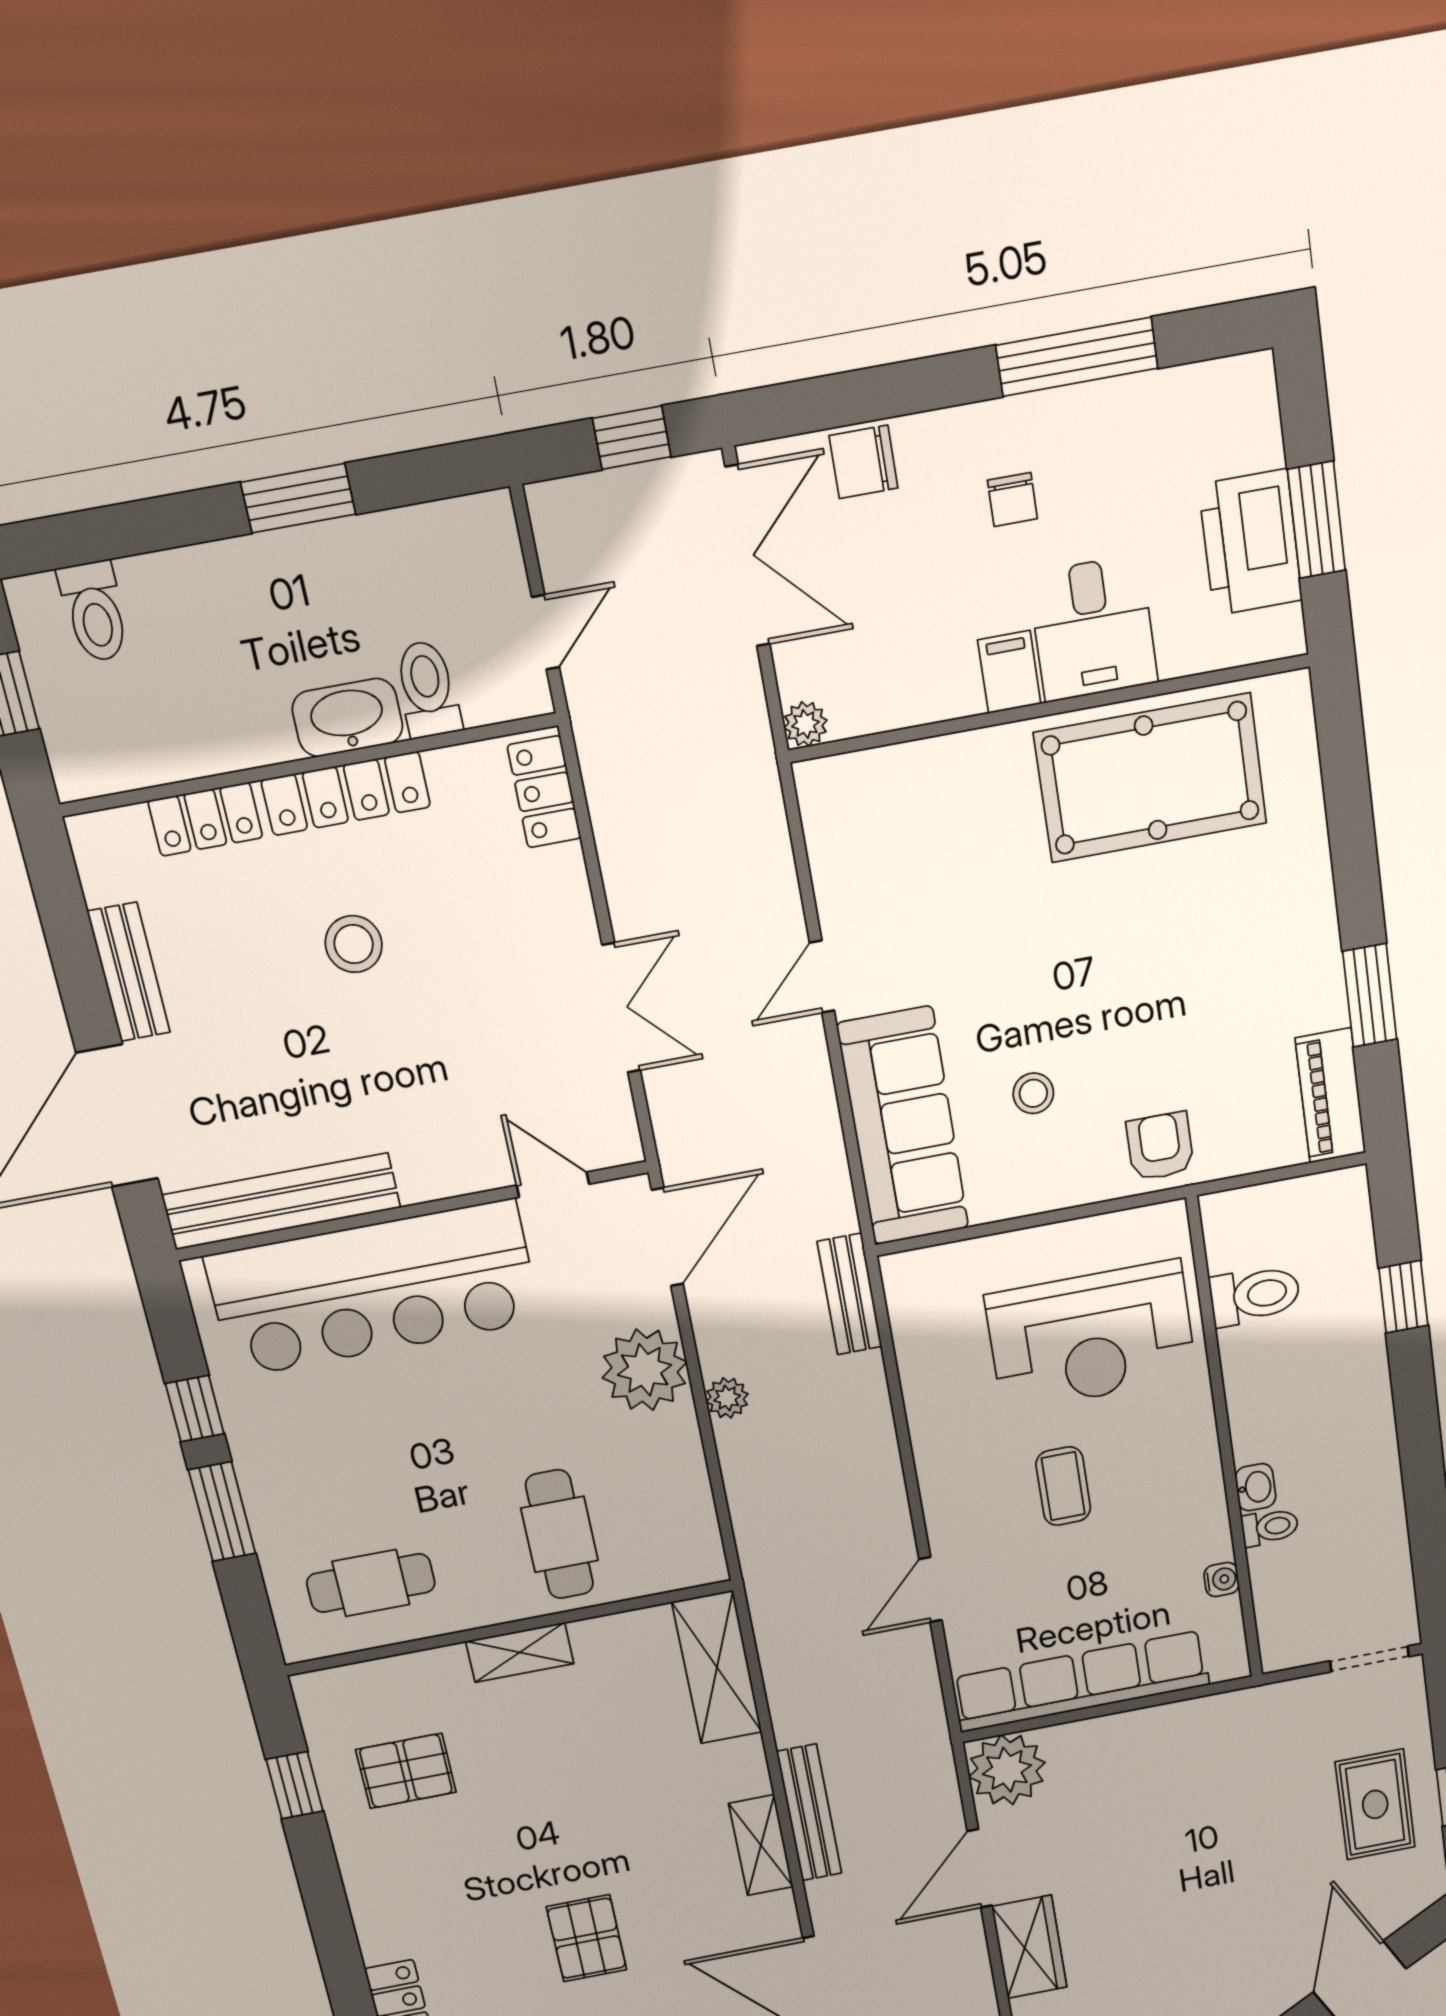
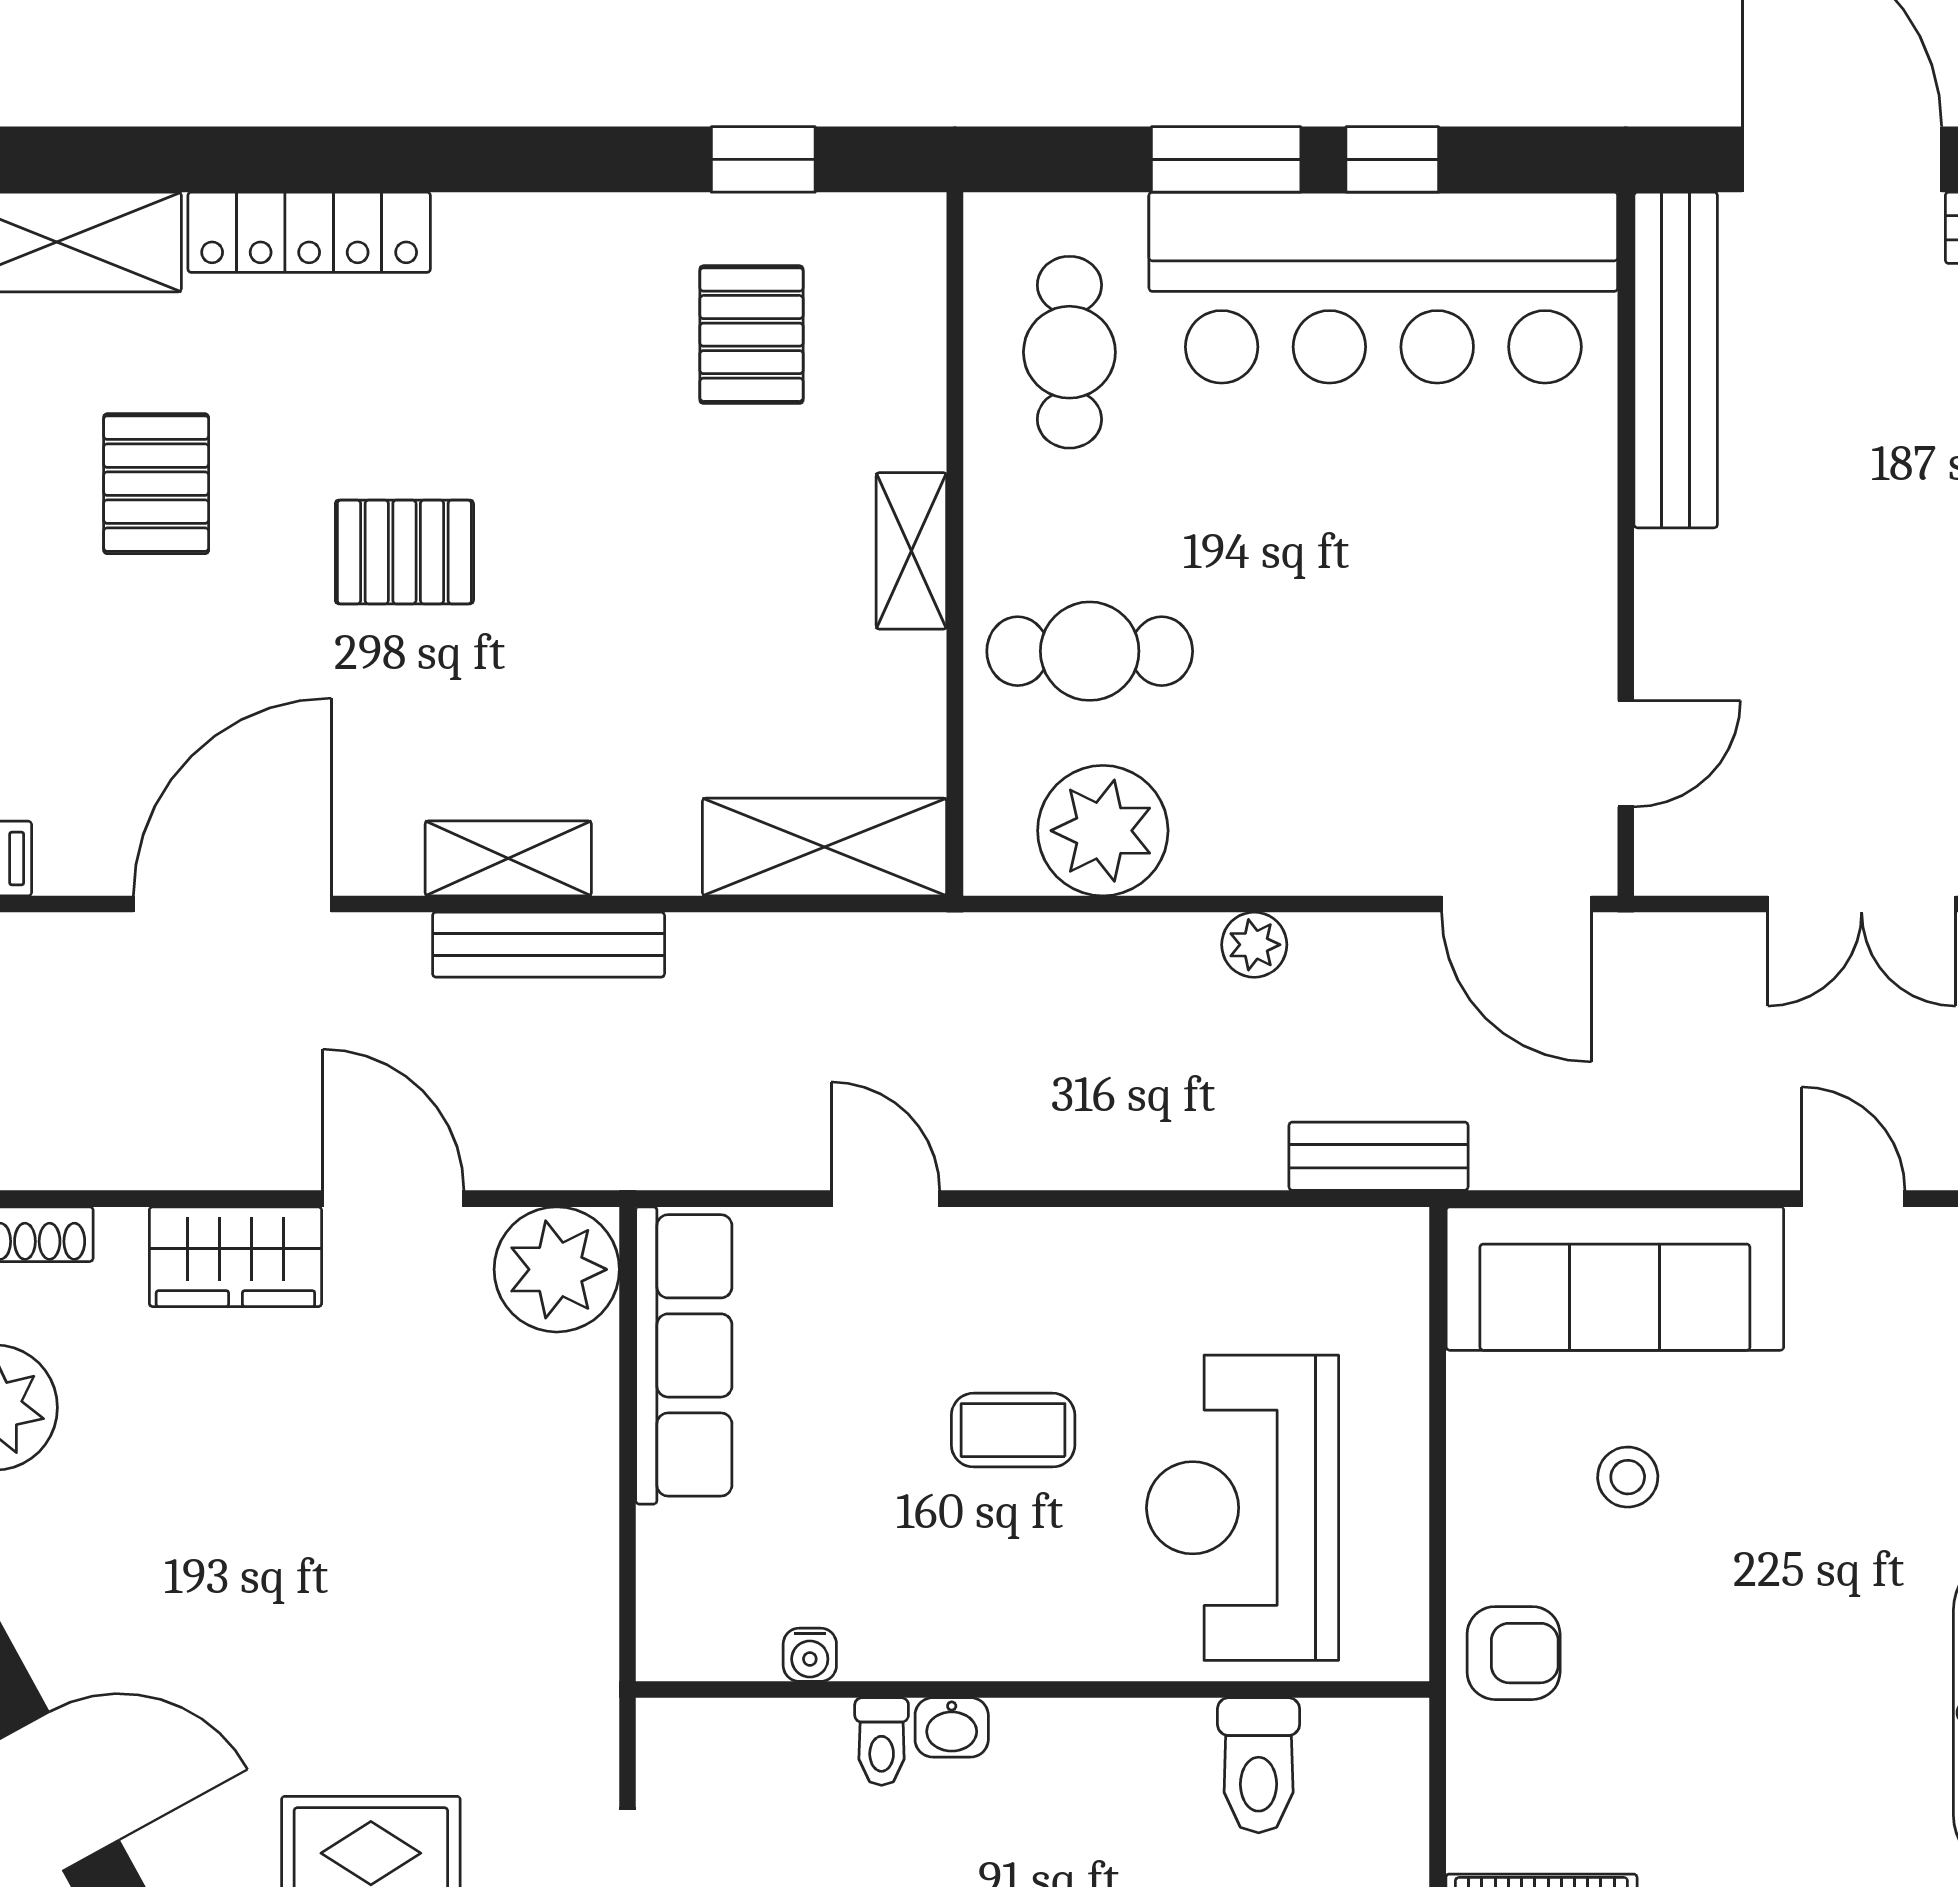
bar counter: (374, 1289) -> (1383, 288), moved, turned -90
plant: (645, 1370) -> (1103, 831), moved
row of seats: (1081, 1681) -> (684, 1355), width x0.73

